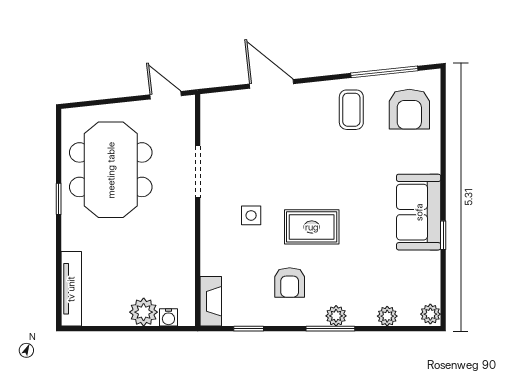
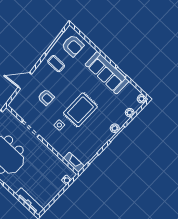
sofa: (419, 212) -> (107, 73), width x1.36
rug: (312, 227) -> (80, 110), width x1.36, depth x1.43
armchair: (290, 282) -> (46, 97), moved
plant: (144, 312) -> (58, 186), removed

